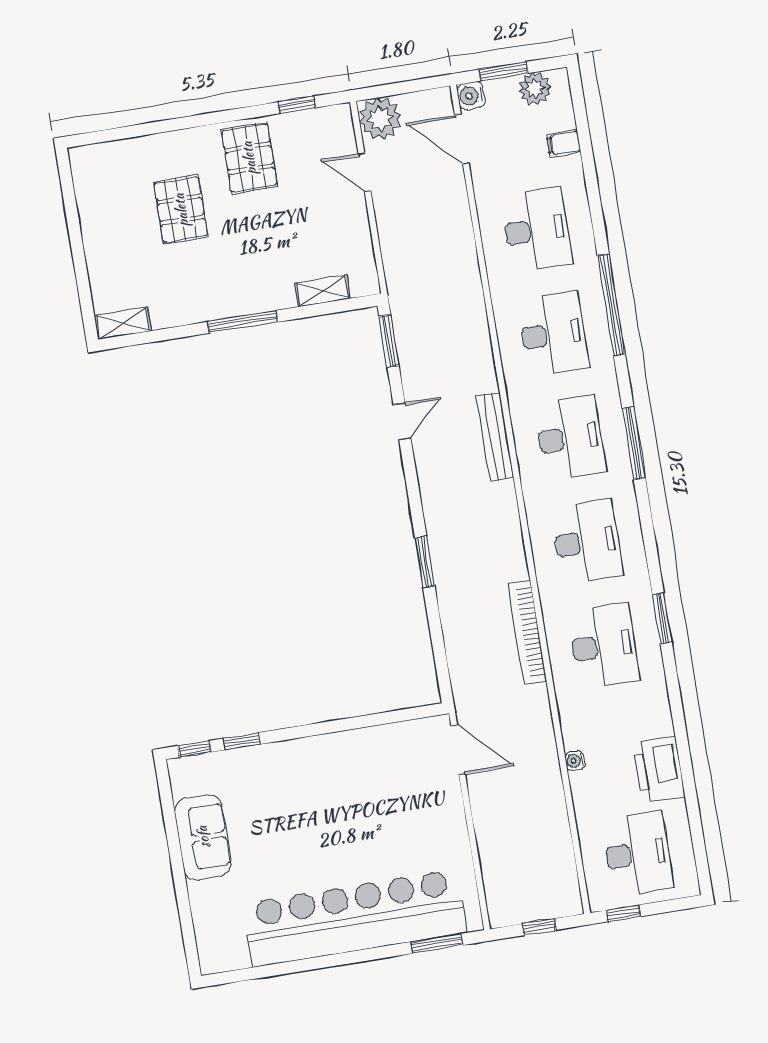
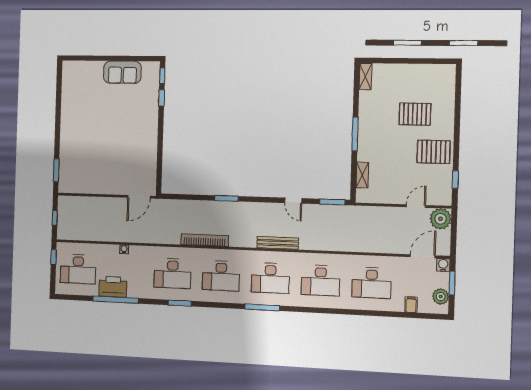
window: (611, 305) -> (116, 300), moved
bookcase: (527, 632) -> (205, 240), moved
bar counter: (355, 918) -> (74, 135), removed

